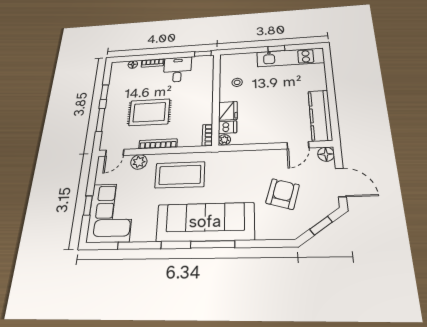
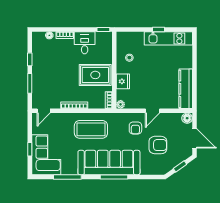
rug: (149, 112) -> (95, 75), moved
dishwasher: (228, 127) -> (123, 95), removed
door: (298, 145) -> (153, 111), moved
plant: (139, 162) -> (62, 119), removed
armchair: (247, 171) -> (135, 128), added
armchair: (283, 194) -> (158, 145), turned 74

